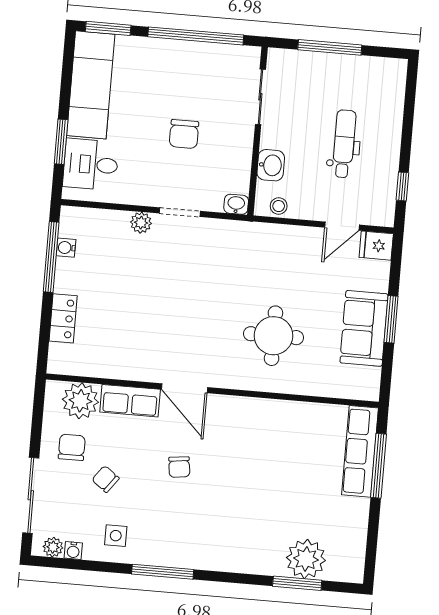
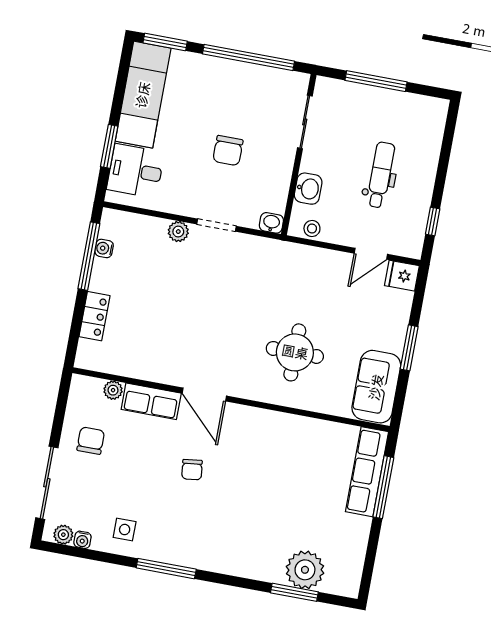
sofa: (364, 328) -> (376, 387), moved
plant: (80, 401) -> (113, 390), width x0.53, depth x0.53
chair: (105, 479) -> (120, 474), removed

